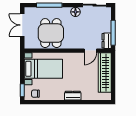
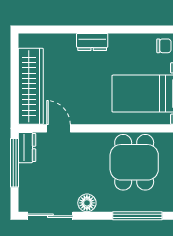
door: (90, 51) -> (58, 128), hinge flipped

